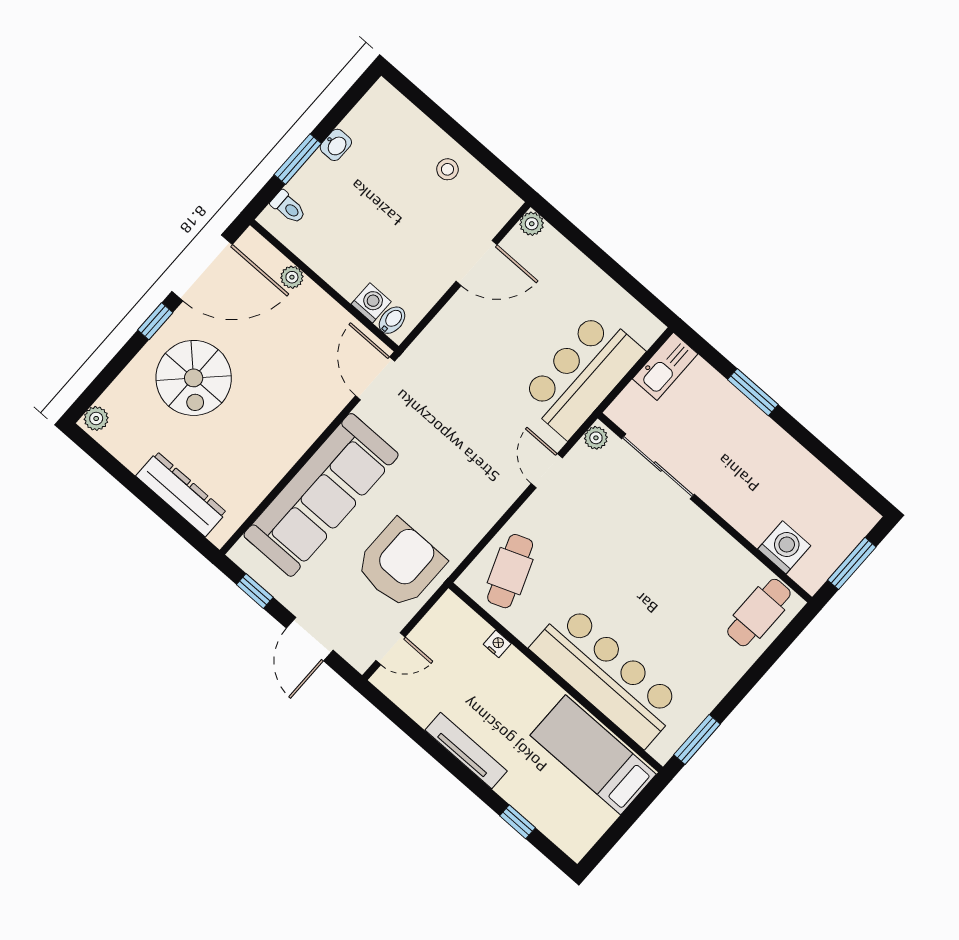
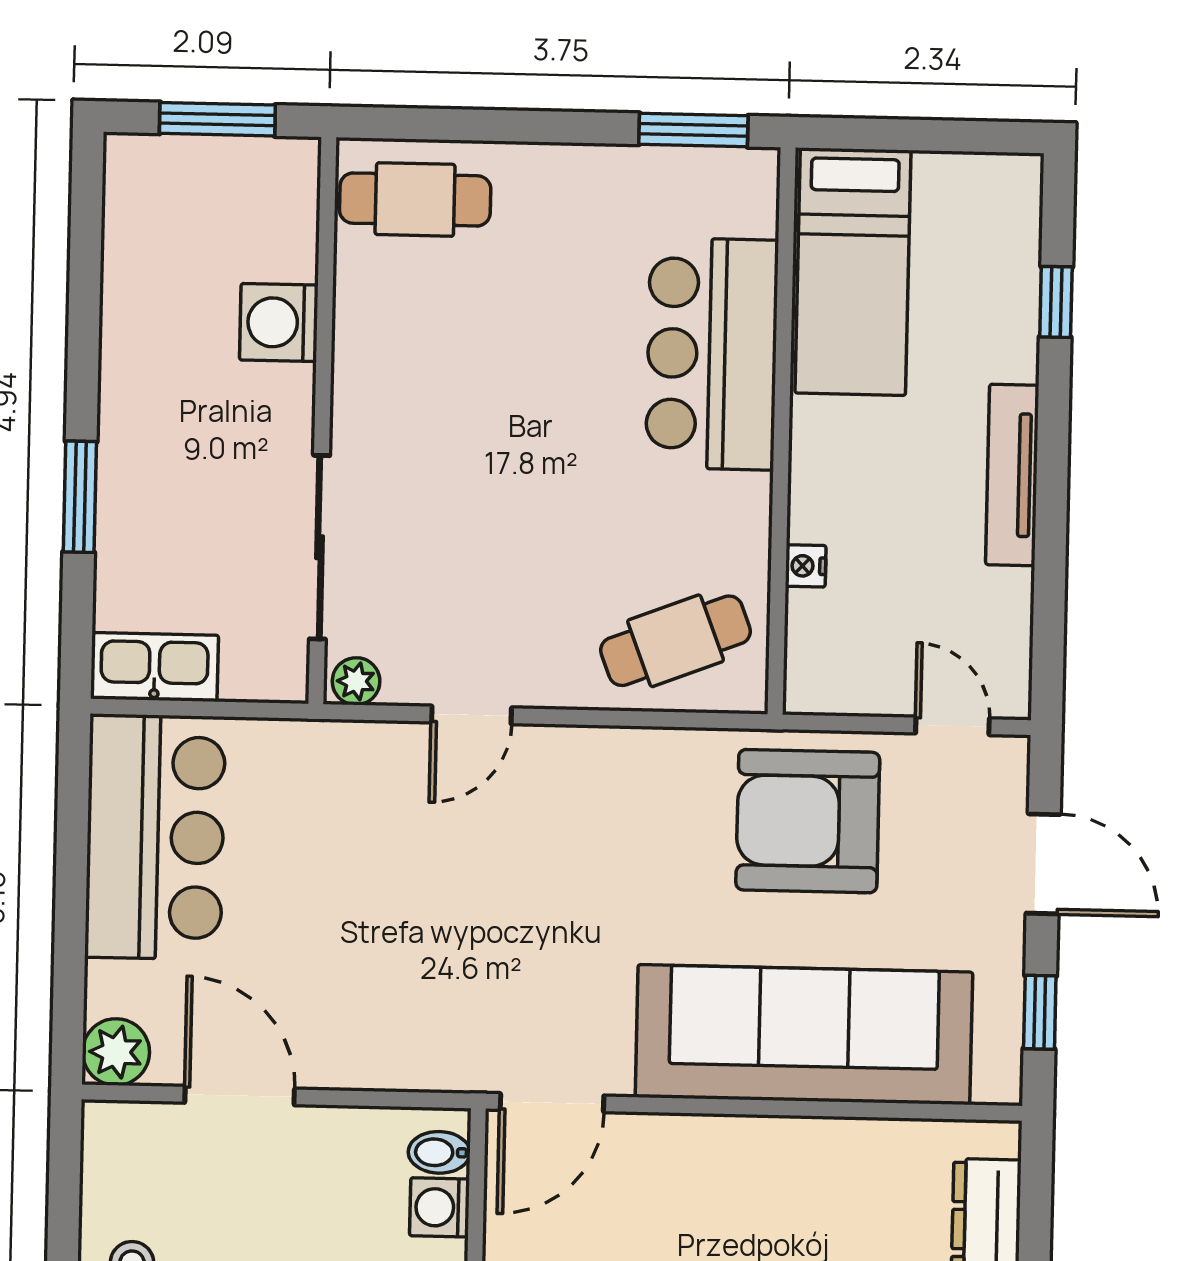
plant: (532, 224) -> (116, 1052), width x1.38, depth x1.38
bar counter: (582, 375) -> (155, 837), moved, turned -90
washing machine: (784, 547) -> (279, 322), moved
door: (310, 639) -> (1043, 864), hinge flipped
bar counter: (607, 676) -> (712, 354), width x0.73

